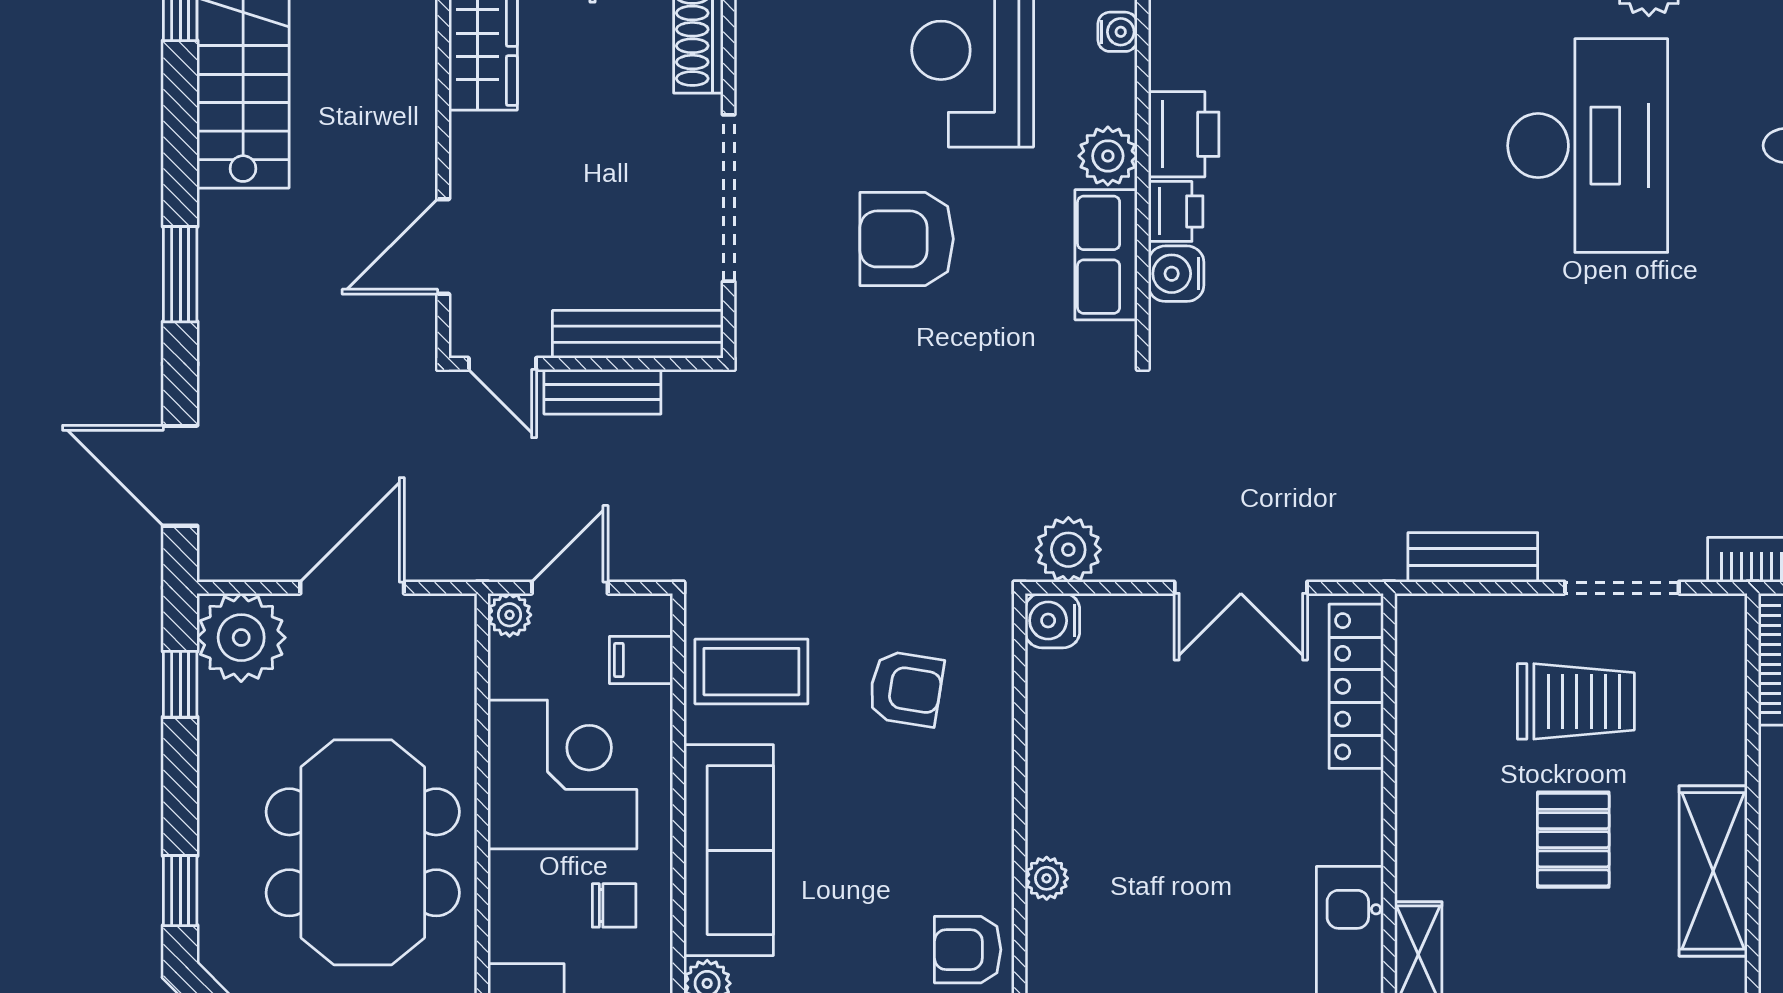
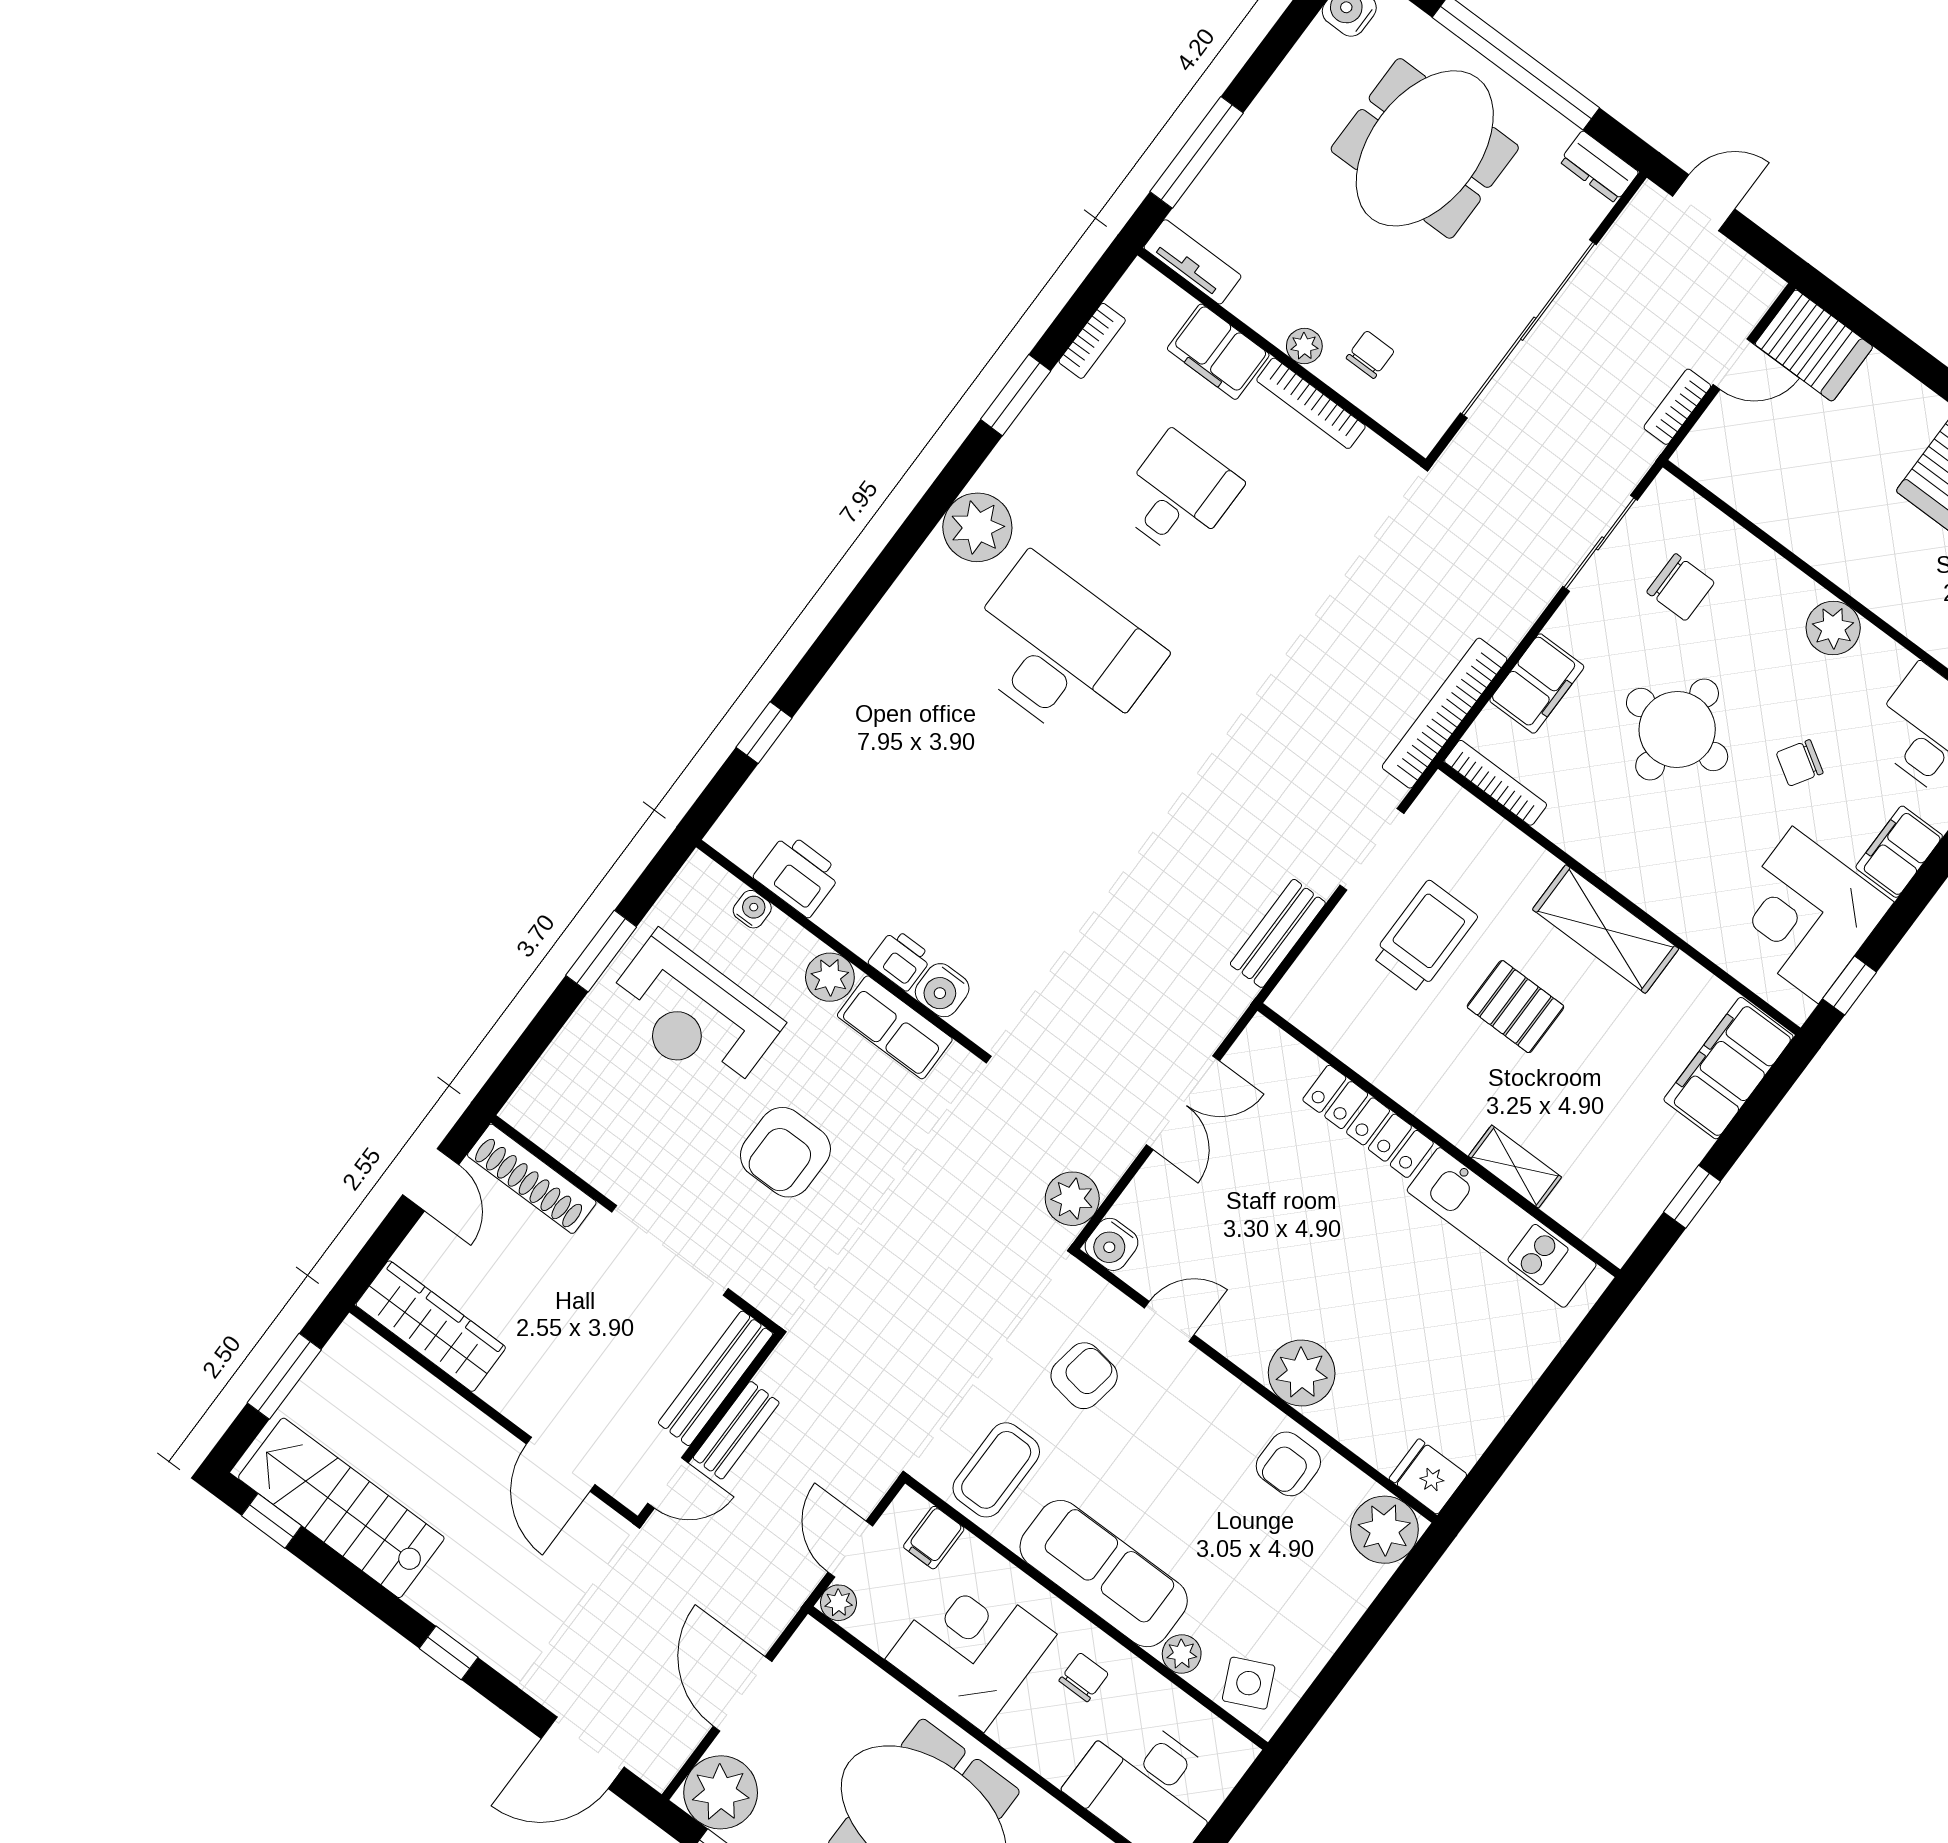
printer: (1184, 134) -> (798, 875), moved
window: (180, 274) -> (449, 1653), width x0.67
locker: (1356, 686) -> (1368, 1121), moved
door: (1020, 732) -> (1169, 1321), added
plant: (1047, 878) -> (1302, 1373), width x1.87, depth x1.87

